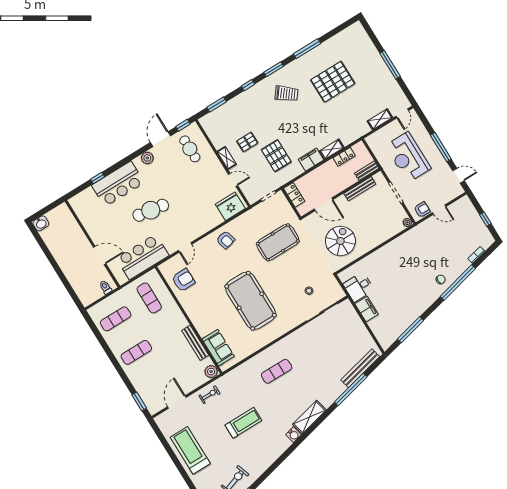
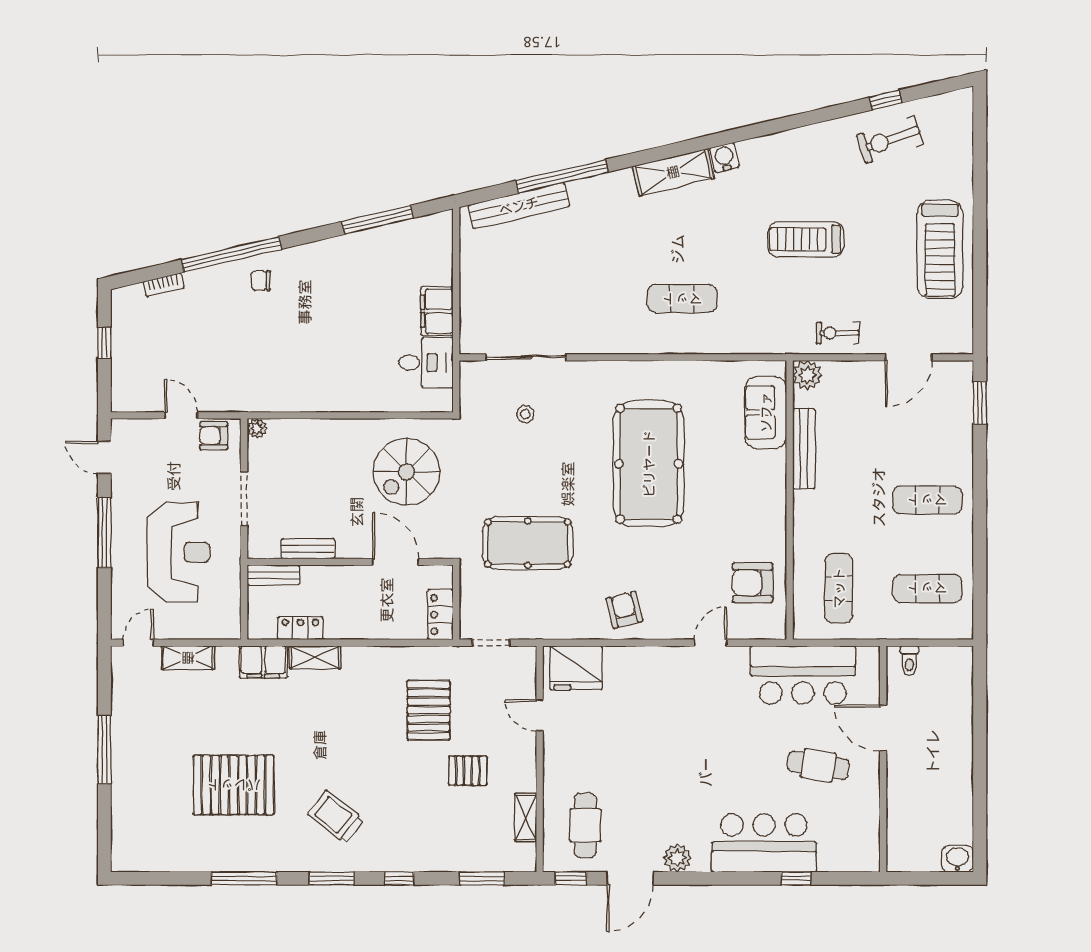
shelving: (227, 158) -> (526, 817), moved
filing cabinet: (311, 160) -> (263, 662), moved
bench: (360, 189) -> (308, 549), width x0.73
cafe table: (151, 210) -> (818, 765), moved, width x0.73, depth x0.74

